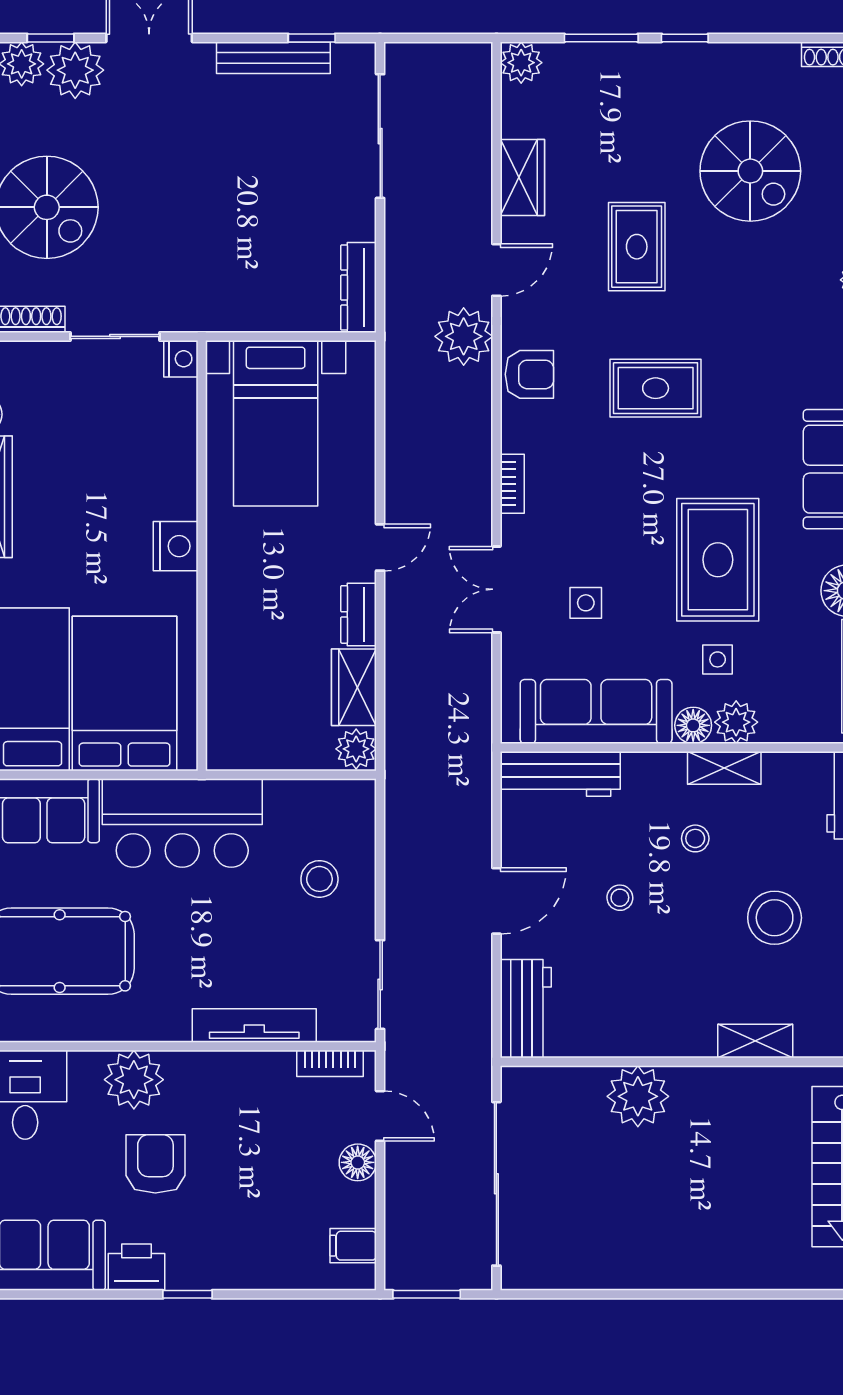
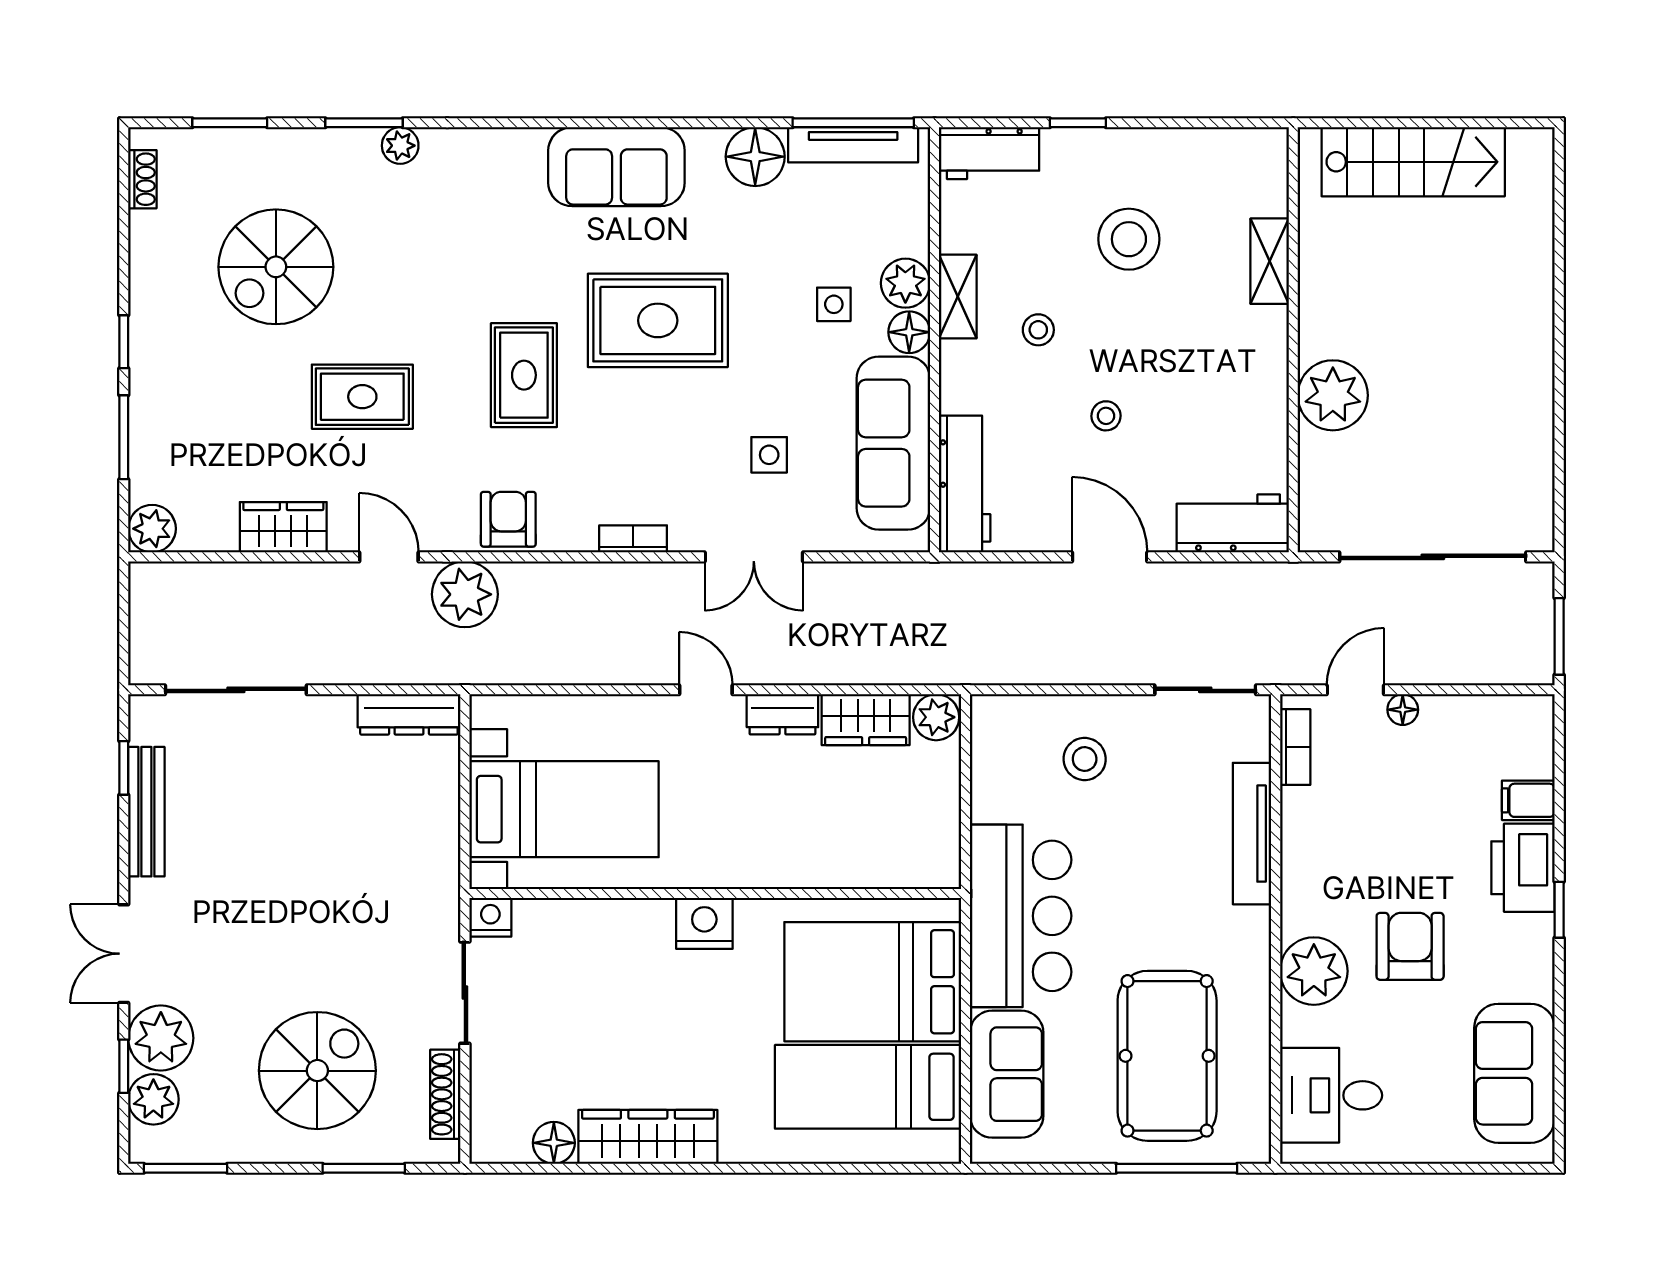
spiral stairs: (750, 171) -> (276, 267), turned 180
rug: (718, 560) -> (658, 320), moved
floor lamp: (358, 1162) -> (1403, 710), width x0.73, depth x0.73
armchair: (155, 1164) -> (1410, 946), turned 90
filing cabinet: (353, 1246) -> (1528, 800), moved, turned 90
printer: (136, 1267) -> (1523, 868), moved, width x1.37, depth x1.19

